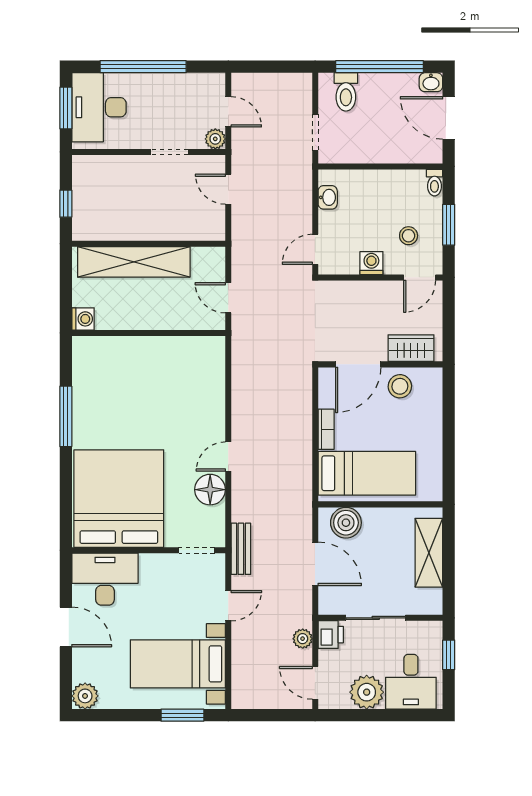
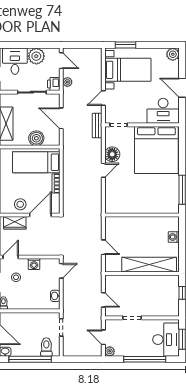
plant: (215, 139) -> (110, 351), moved
wall: (149, 333) -> (142, 215), moved
boiler: (346, 523) -> (36, 138), moved

